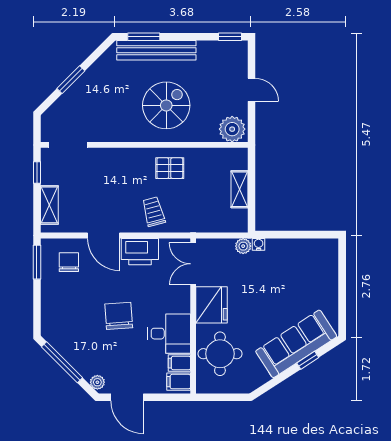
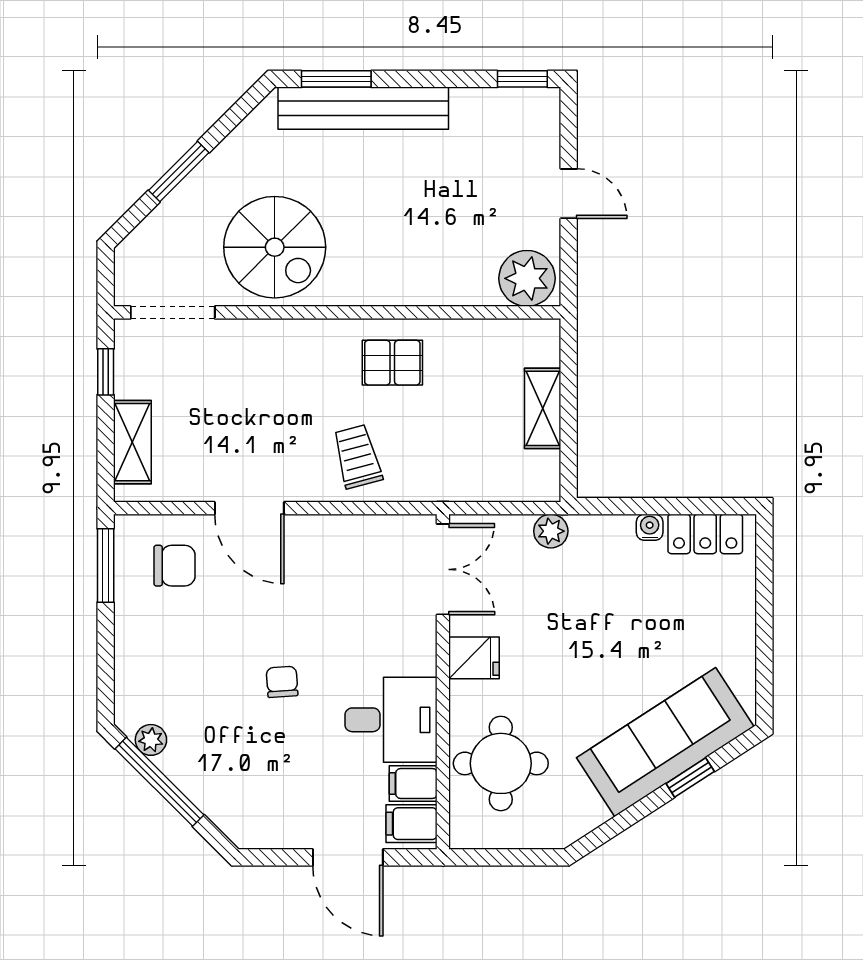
spiral stairs: (166, 105) -> (275, 247), moved, turned 90
water cooler: (259, 244) -> (650, 527), moved
locker: (315, 247) -> (705, 534), added
printer: (140, 252) -> (328, 543), removed
chair: (69, 262) -> (174, 566), turned 90
double door: (193, 264) -> (443, 569), swing flipped
fridge: (212, 305) -> (474, 658), width x0.53, depth x0.75
chair: (119, 316) -> (282, 682), width x0.54, depth x0.54
plant: (97, 382) -> (151, 740), moved
door: (127, 397) -> (348, 857), moved

